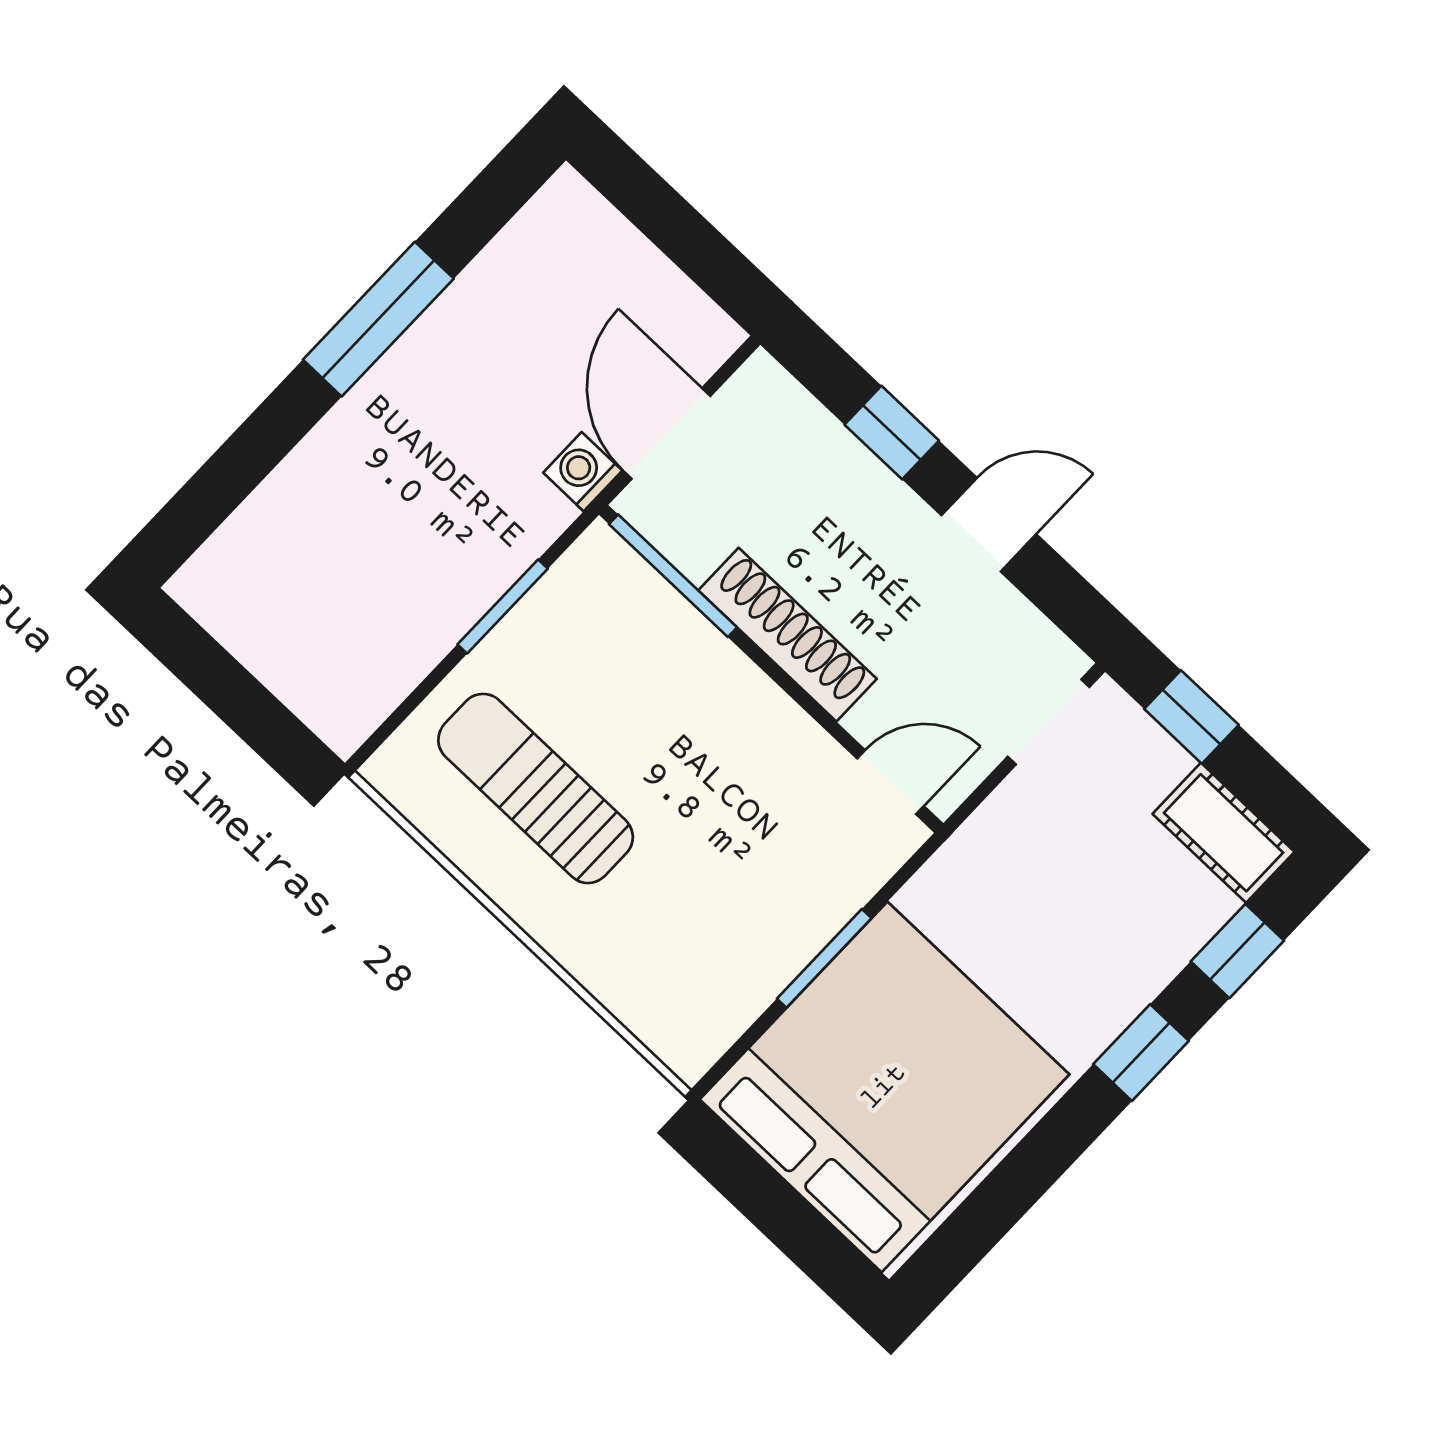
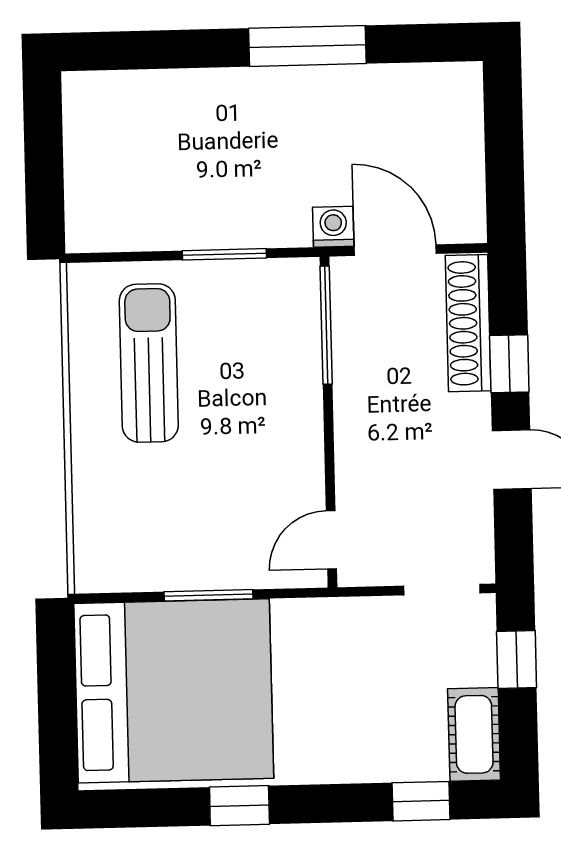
door: (667, 433) -> (395, 250), hinge flipped
shoe rack: (788, 635) -> (468, 323), moved, turned 180
door: (890, 782) -> (331, 540), swing flipped
window: (1141, 1053) -> (239, 806), moved

